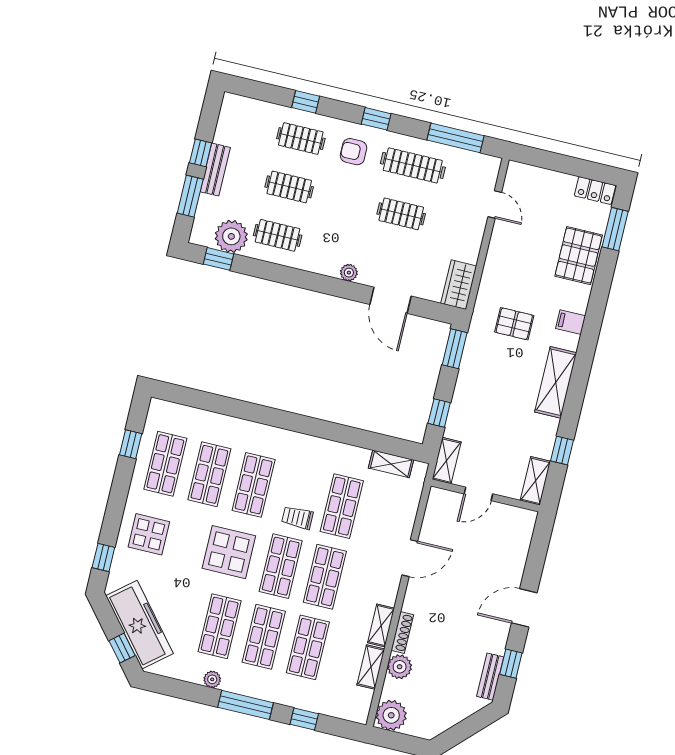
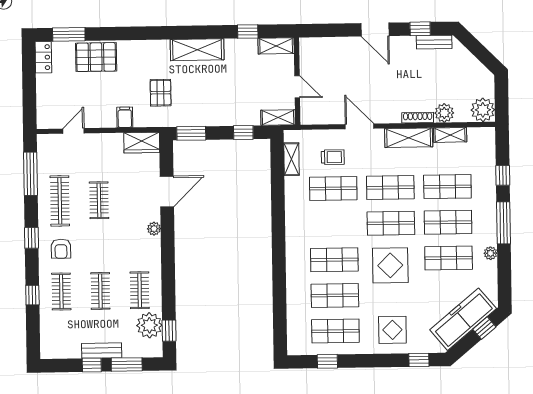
filing cabinet: (571, 322) -> (125, 117), moved, turned 180
trolley: (297, 518) -> (333, 157), moved, turned -90
shelving: (381, 626) -> (409, 138), width x1.50, depth x1.33

